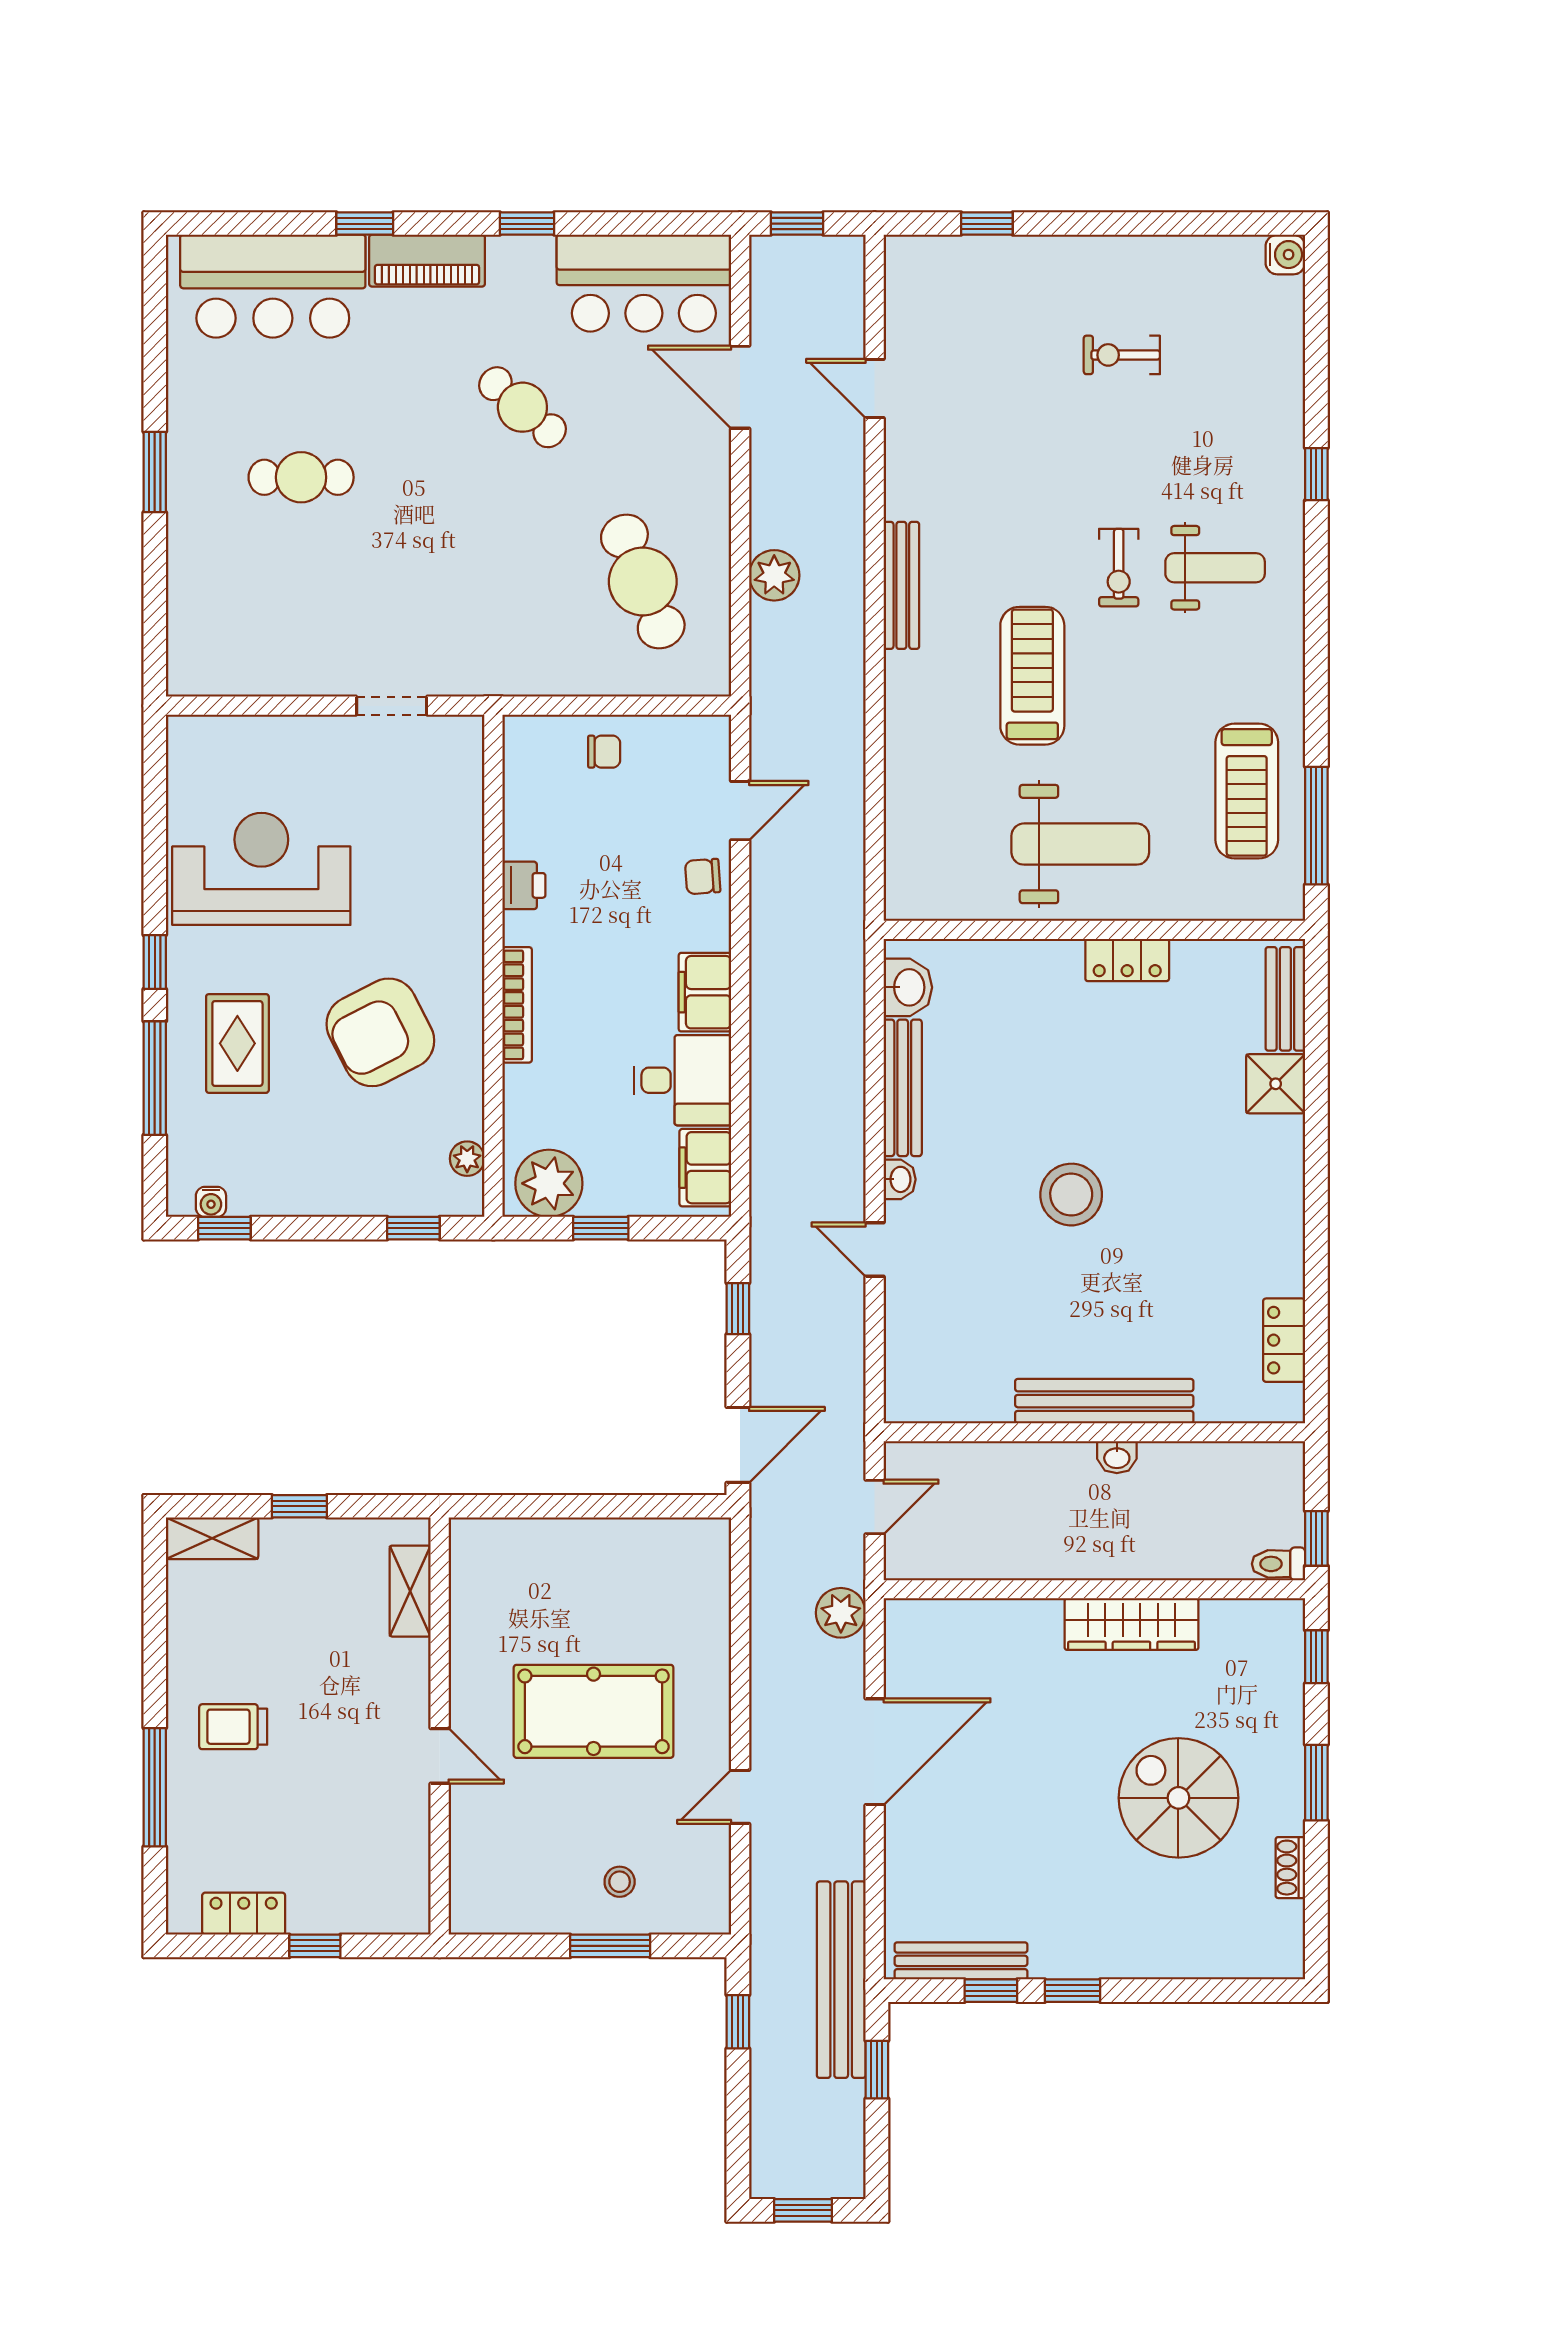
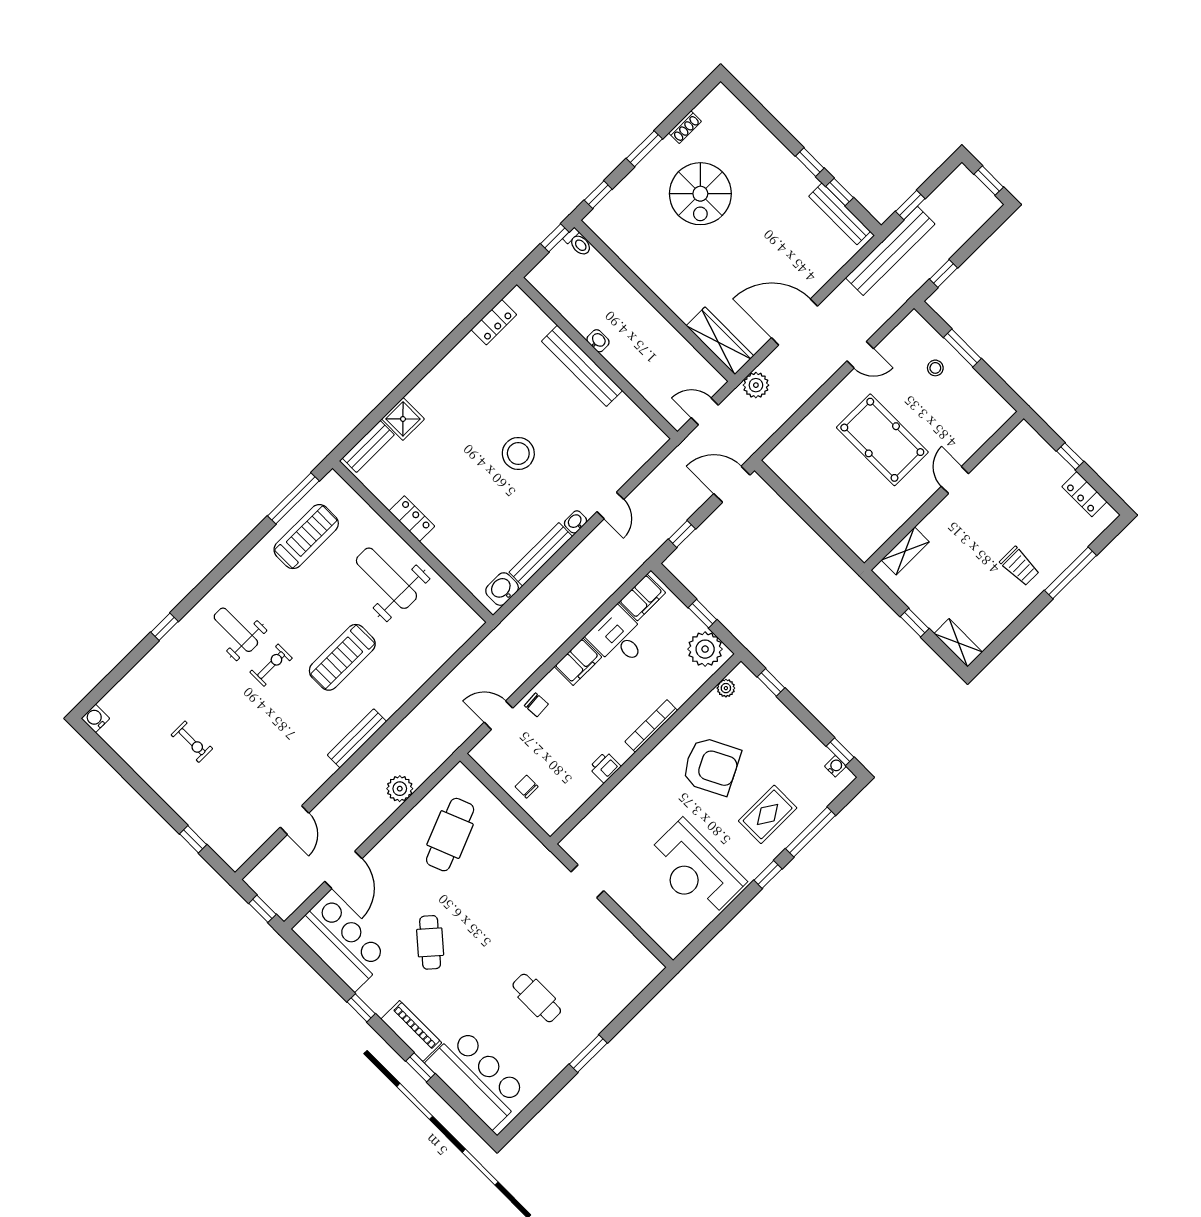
wardrobe: (1131, 1624) -> (720, 341), moved

